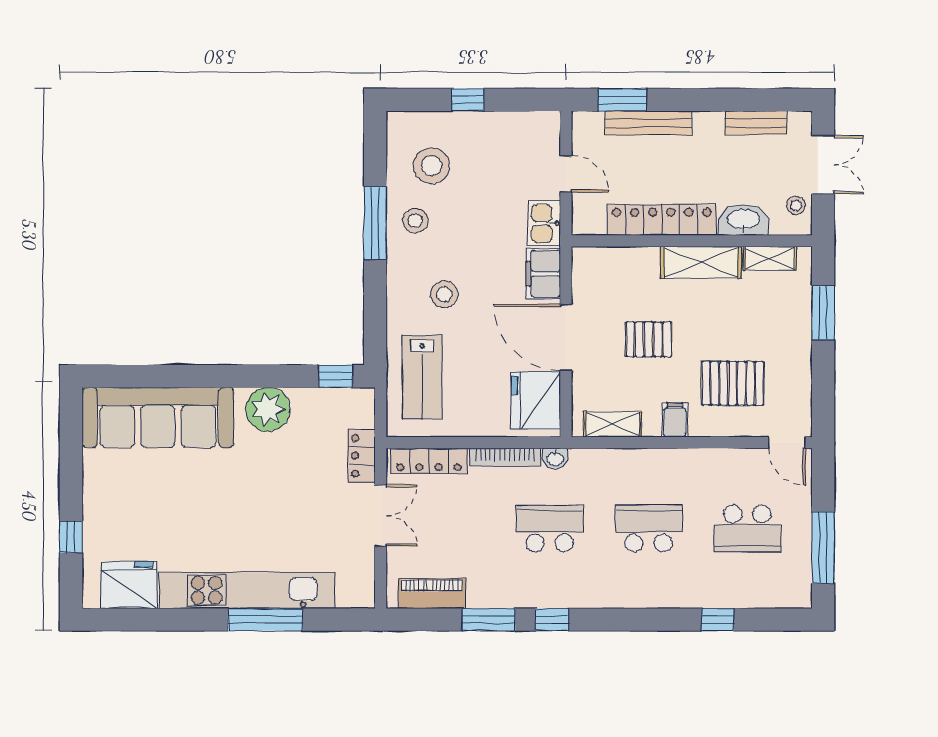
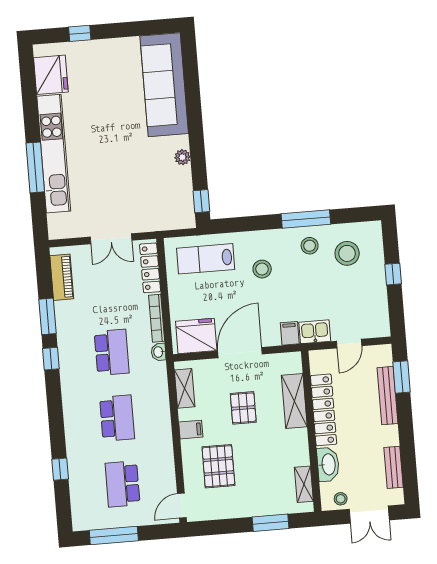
shelving: (701, 262) -> (294, 401), moved
filing cabinet: (543, 274) -> (290, 333), width x0.50
plant: (268, 409) -> (182, 157), width x0.53, depth x0.53
locker: (362, 456) -> (150, 223), removed

